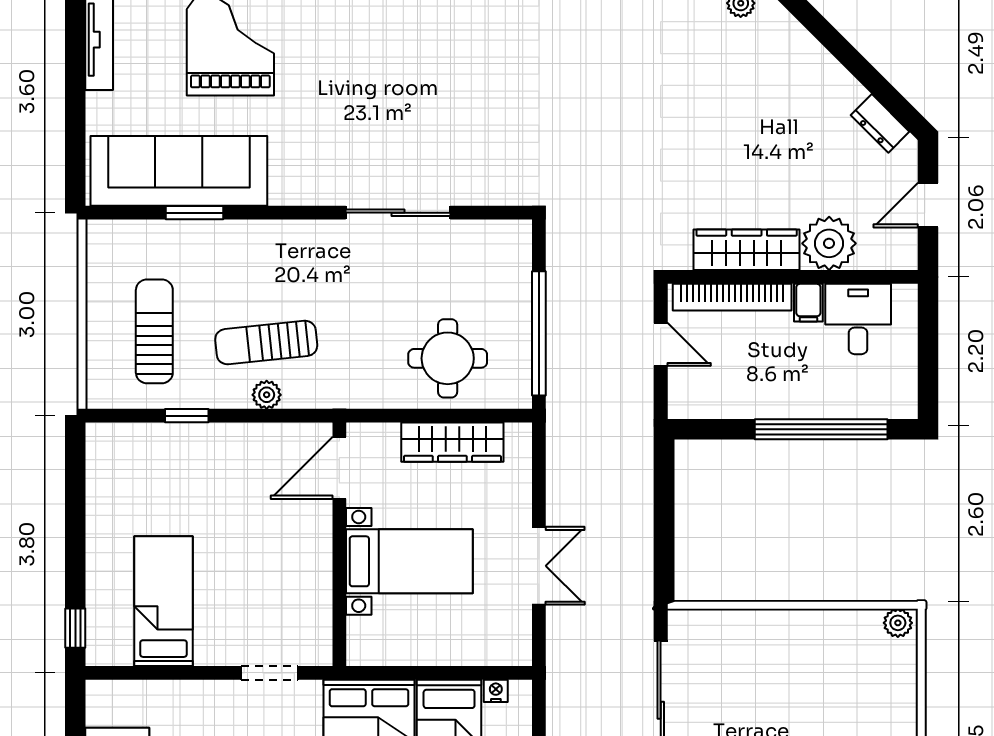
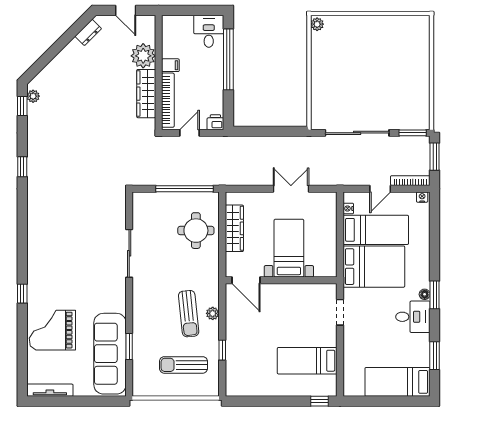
desk: (858, 319) -> (209, 31), moved, turned 90
printer: (684, 401) -> (215, 122), added

